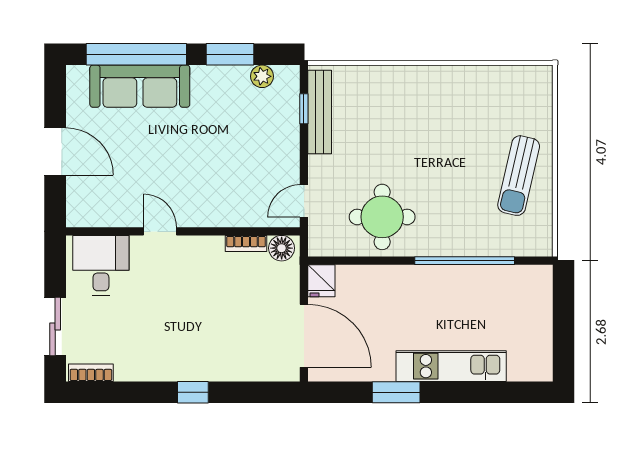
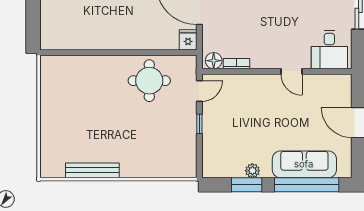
plant: (262, 76) -> (252, 171), moved
window: (304, 109) -> (199, 124), moved
bench: (320, 112) -> (92, 170), moved, turned 90
sun lounger: (519, 176) -> (62, 107), removed
window: (465, 261) -> (96, 53), removed

